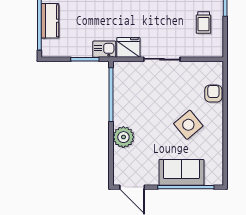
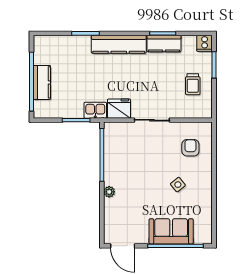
armchair: (213, 94) -> (190, 148), moved
side table: (188, 125) -> (178, 185), width x0.54, depth x0.54
plant: (123, 137) -> (109, 192), width x0.53, depth x0.53

